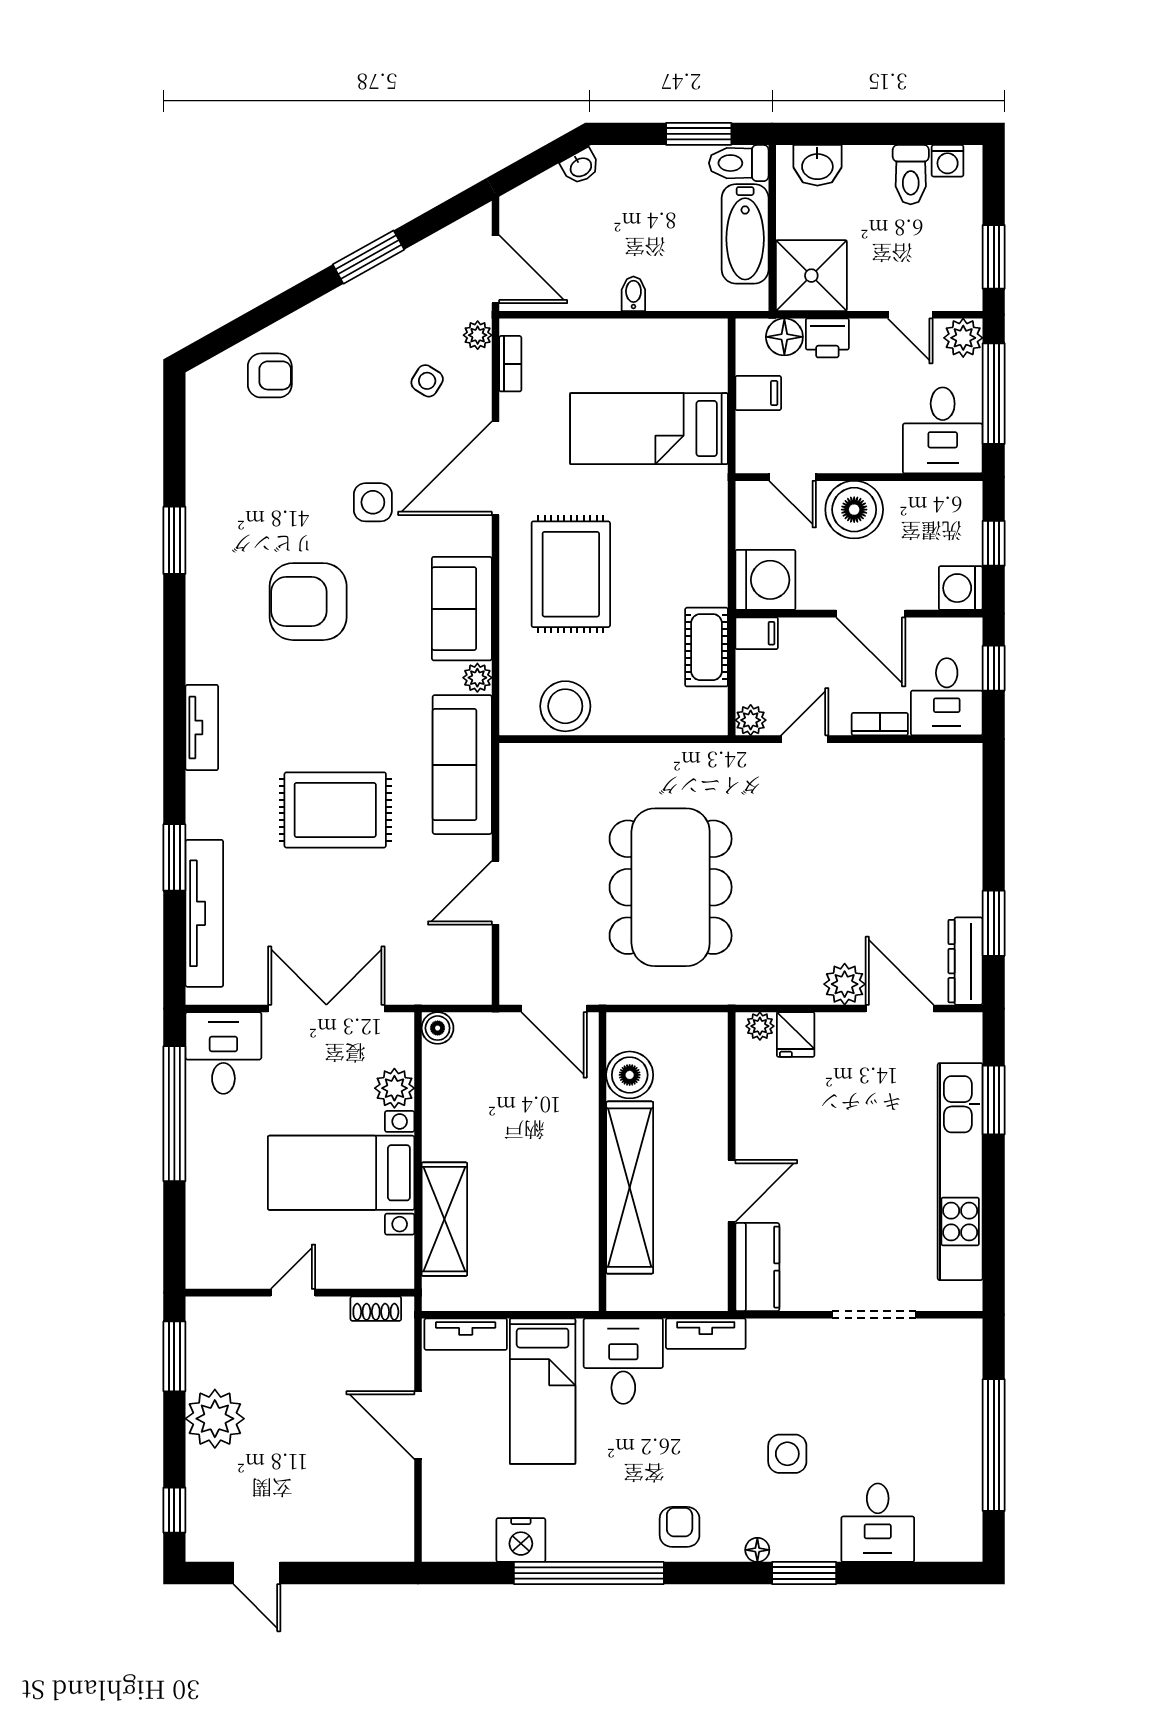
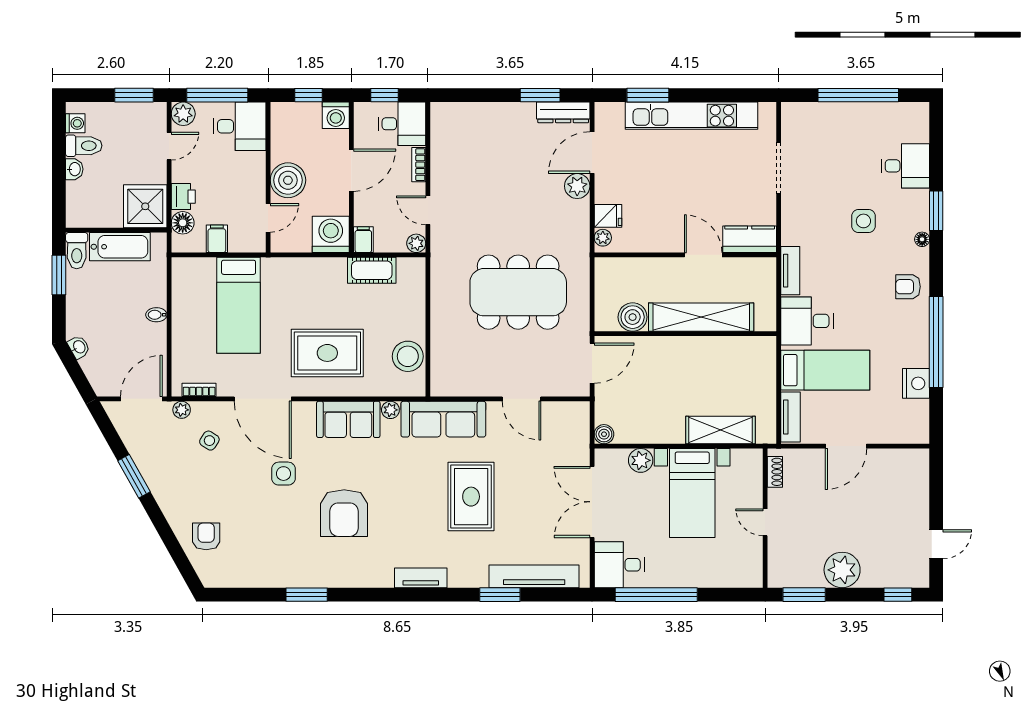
washbasin: (817, 165) -> (74, 169), moved, width x0.72, depth x0.69

